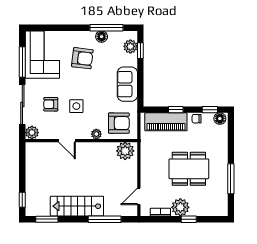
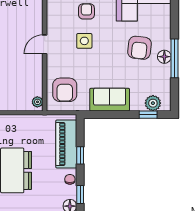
window: (107, 28) -> (174, 58), moved
floor lamp: (102, 37) -> (164, 57), moved
plant: (96, 134) -> (52, 64), removed
door: (67, 141) -> (45, 44), moved
plant: (125, 151) -> (37, 102), width x0.53, depth x0.53

